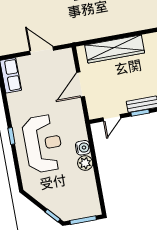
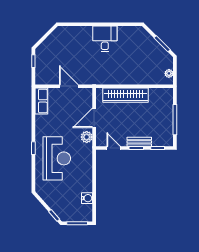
door: (112, 118) -> (114, 148), swing flipped
water cooler: (83, 148) -> (87, 198), moved
plant: (85, 163) -> (87, 137), moved

